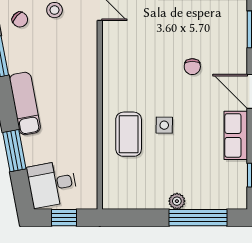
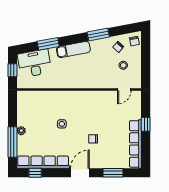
coffee table: (129, 134) -> (57, 105), removed
row of seats: (236, 135) -> (43, 162), width x2.02
desk: (52, 184) -> (35, 63), width x1.37

